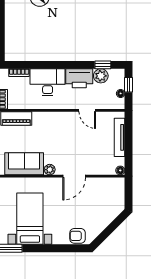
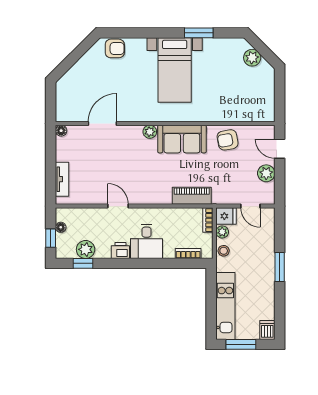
printer: (79, 78) -> (120, 250), width x0.53, depth x0.68
desk: (48, 82) -> (146, 241), width x0.73
door: (87, 110) -> (118, 206), moved
tv unit: (120, 137) -> (62, 179), width x0.71
door: (74, 176) -> (102, 123), moved

